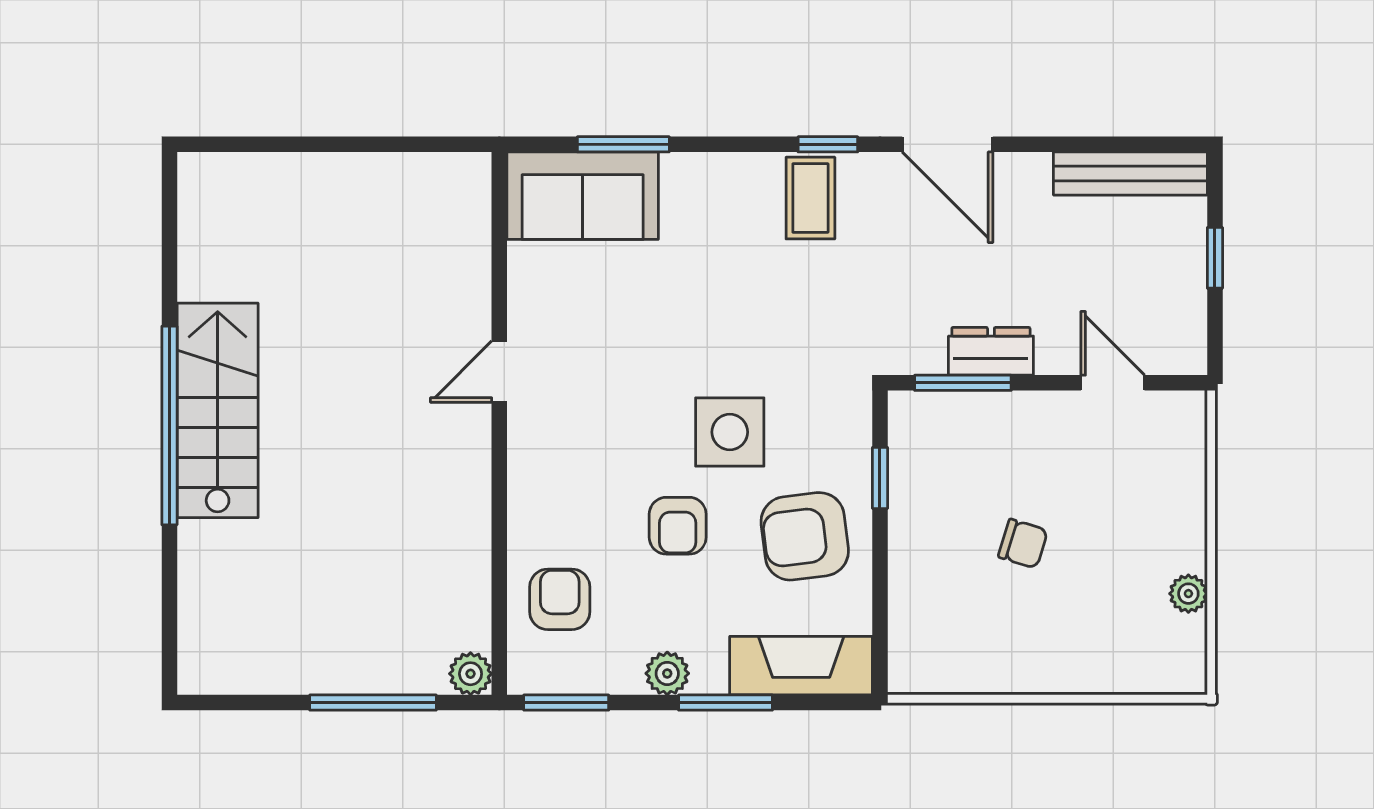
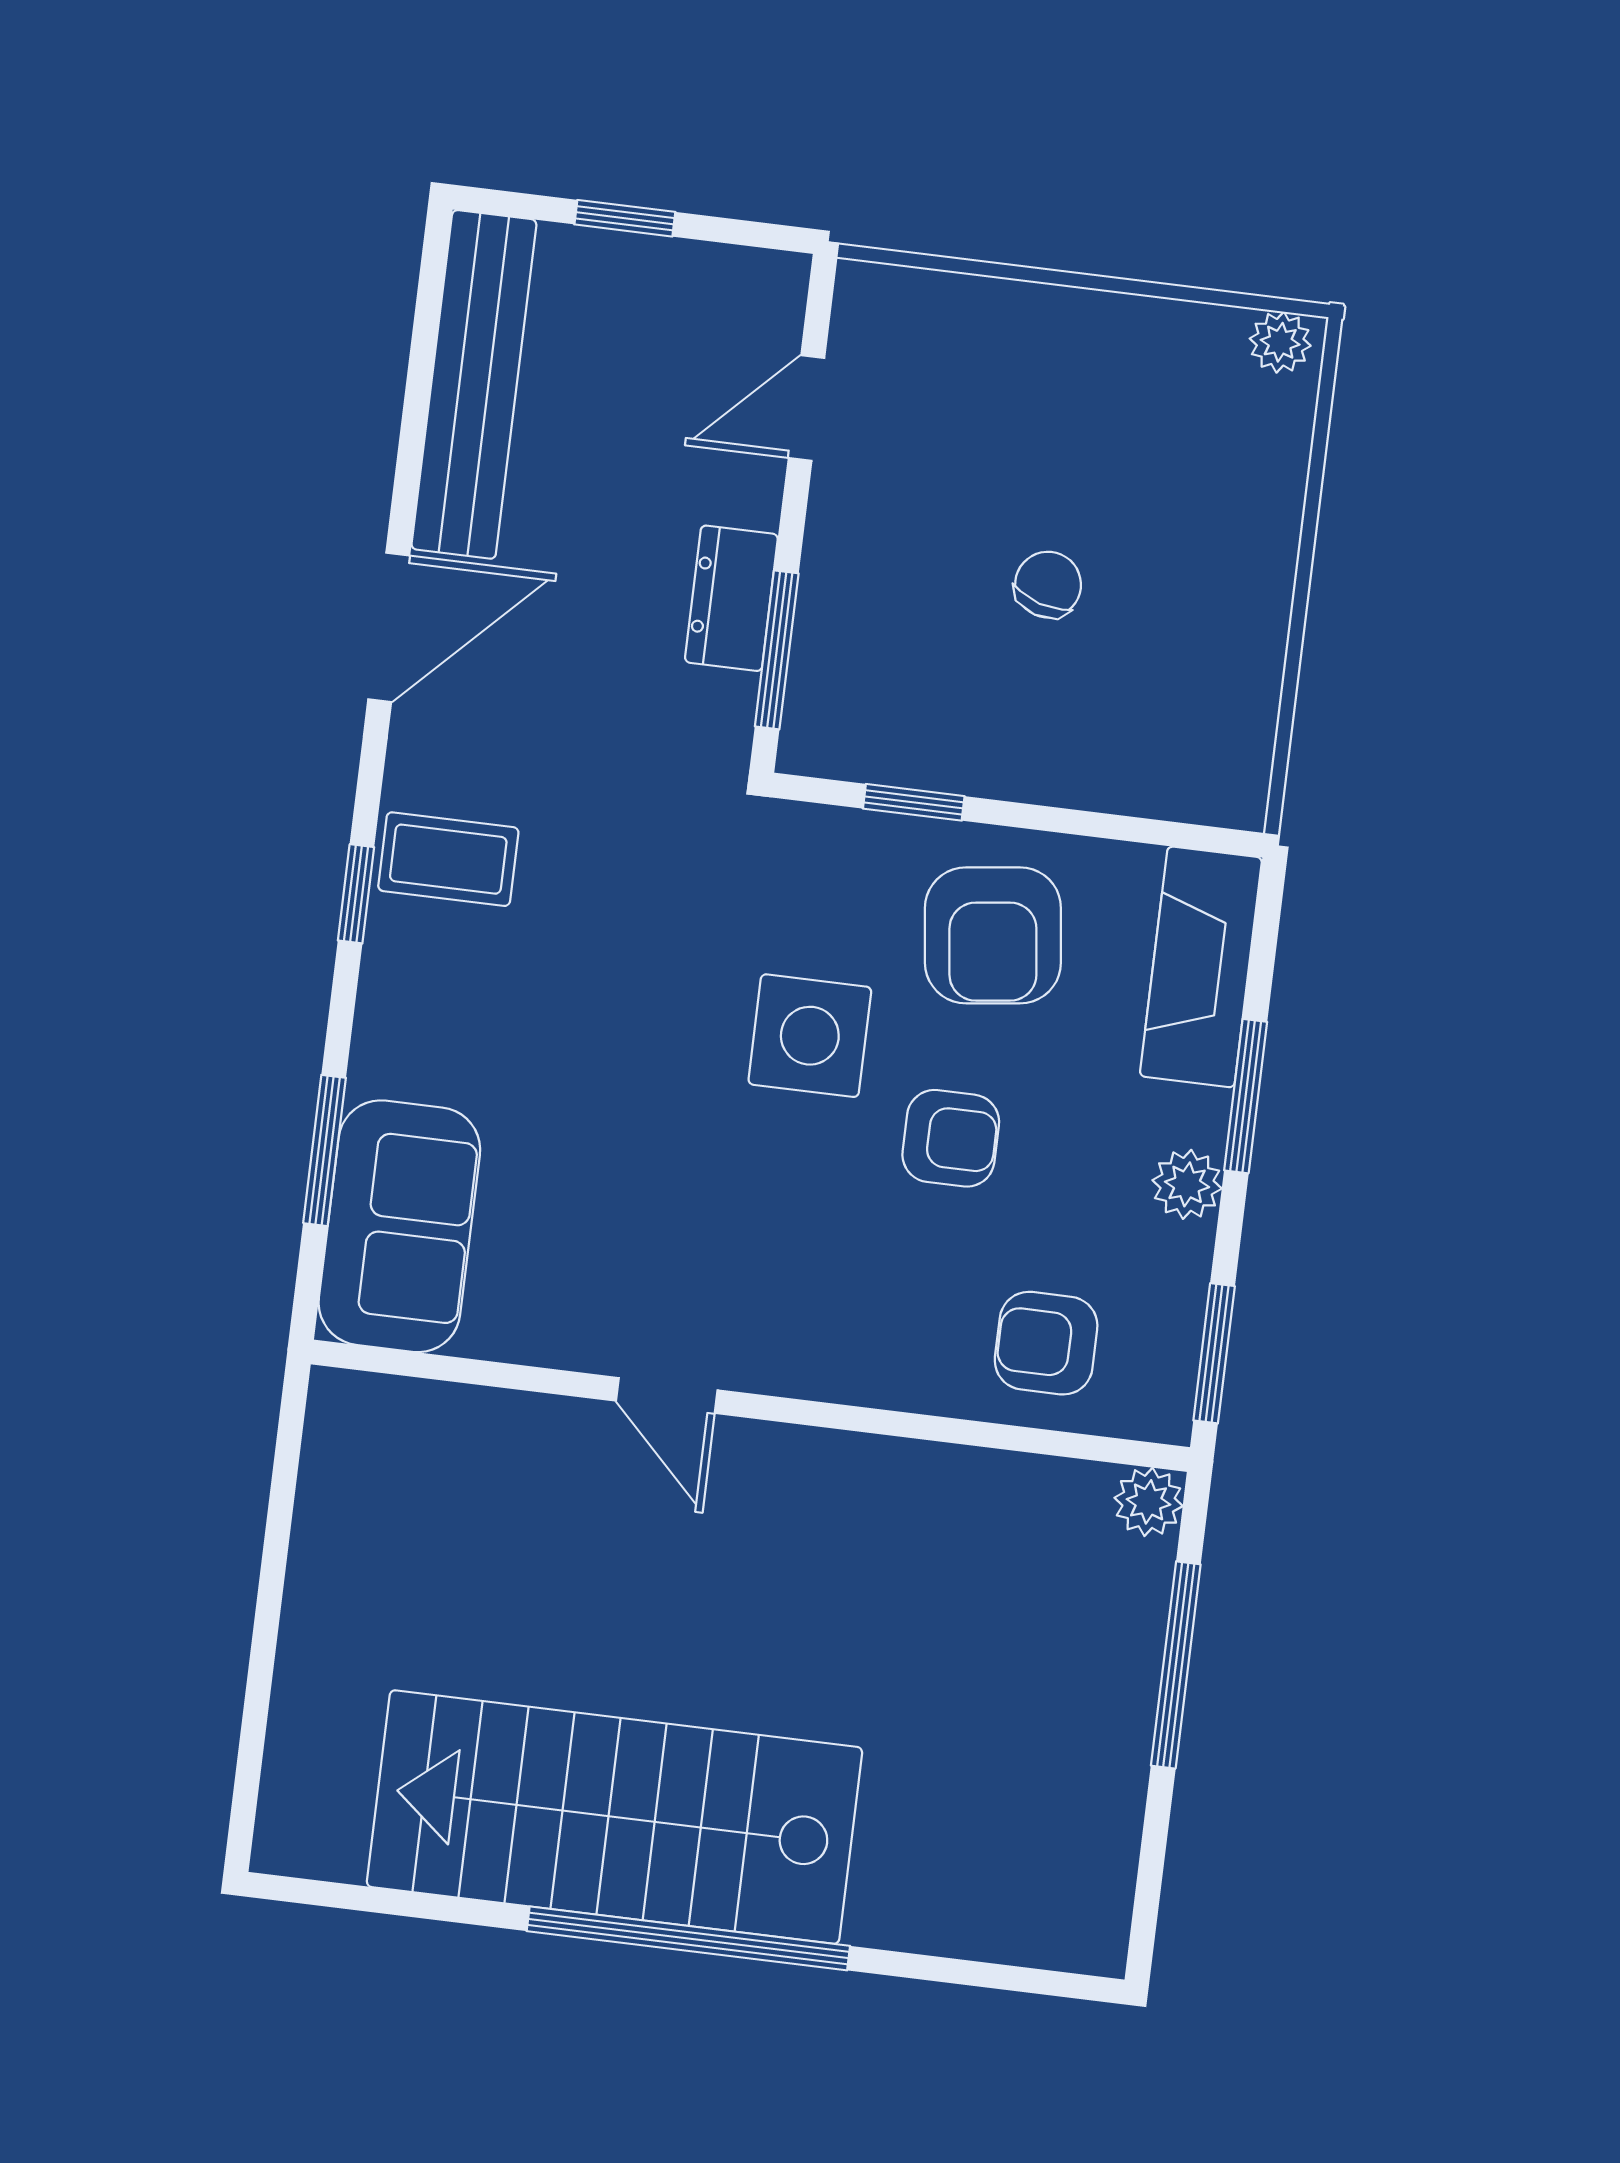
window: (828, 144) -> (356, 894), moved
bench: (1130, 173) -> (474, 384), width x1.37, depth x1.21
stairs: (218, 410) -> (614, 1817), width x1.36, depth x1.51
plant: (1188, 594) -> (1280, 342), moved

